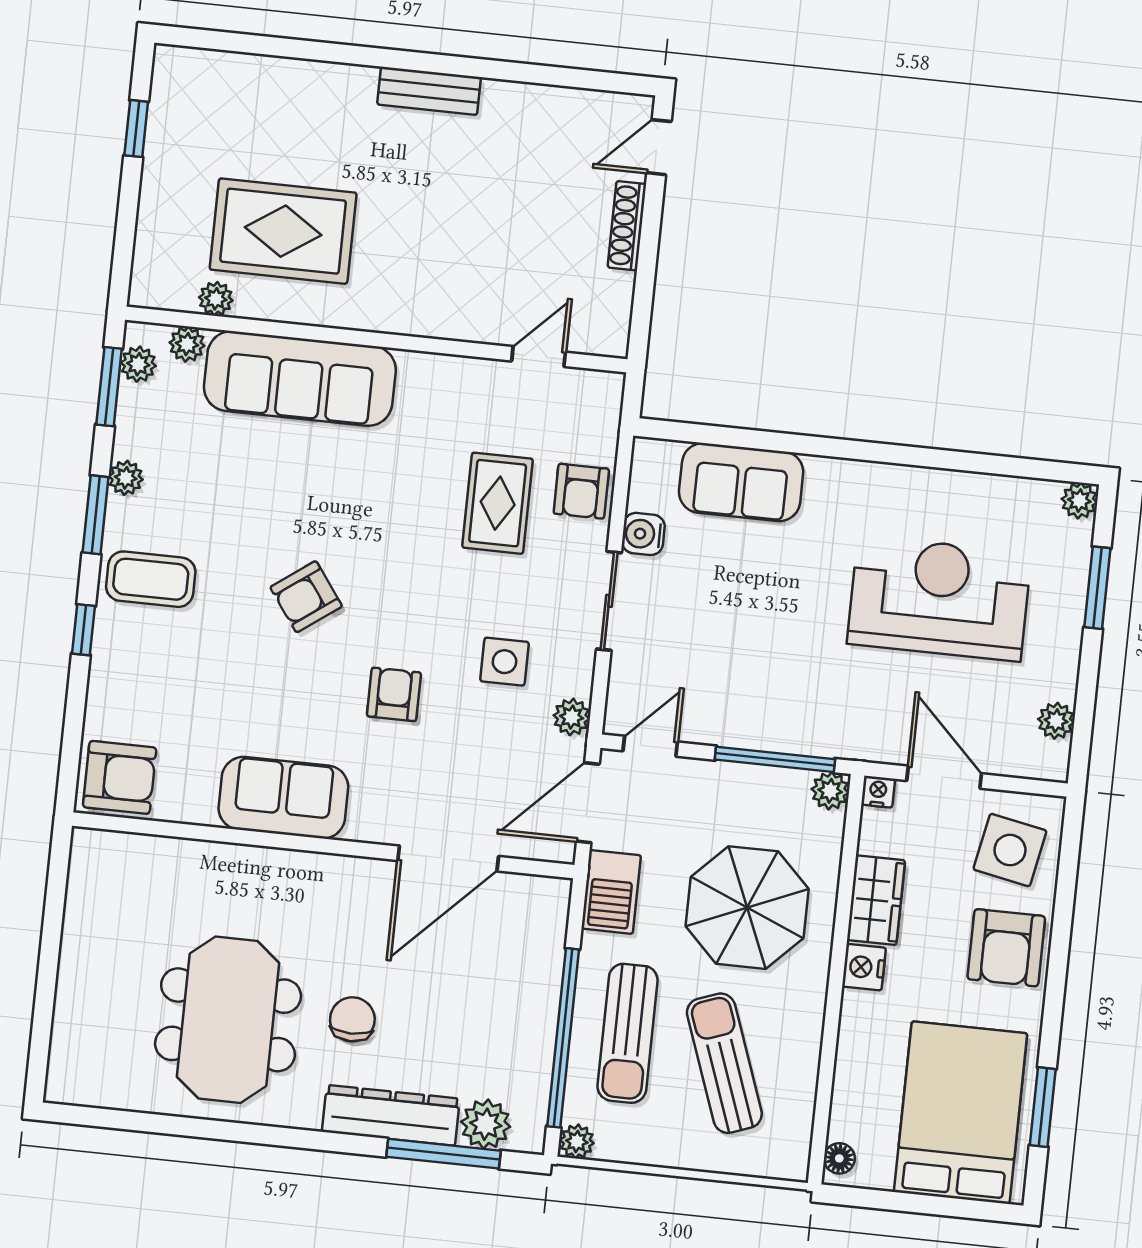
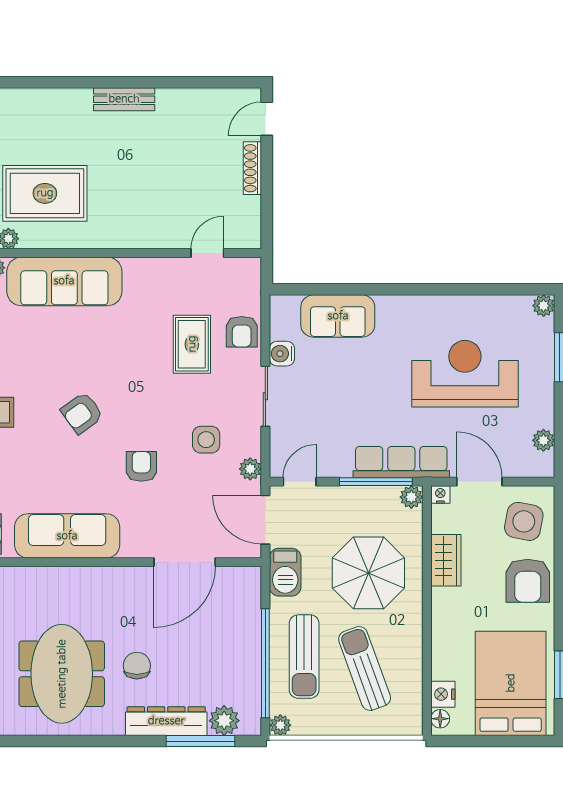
row of seats: (820, 732) -> (401, 462), added
sofa: (283, 798) -> (67, 536), width x1.36
door: (588, 803) -> (265, 520), hinge flipped
nightstand: (864, 967) -> (443, 694), moved

